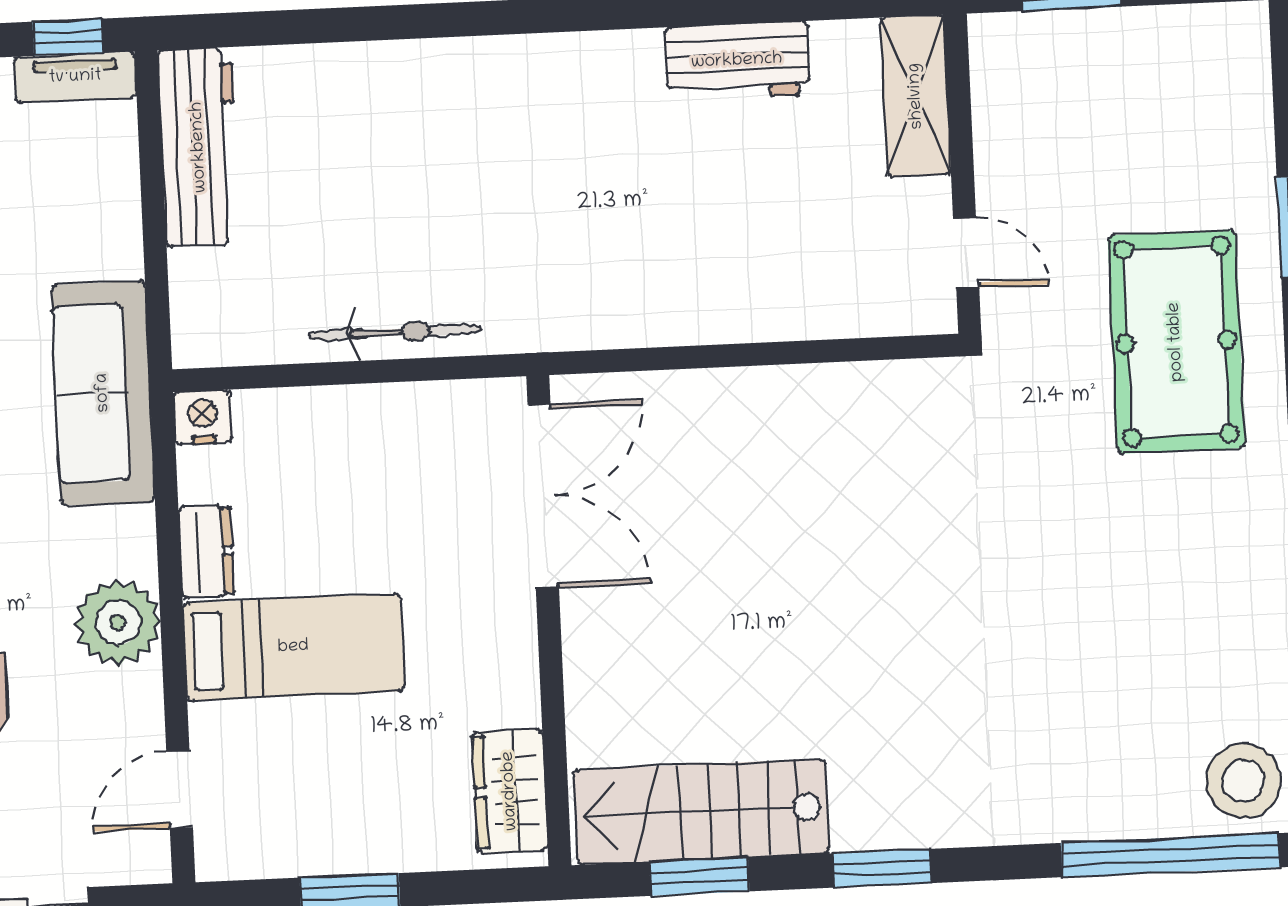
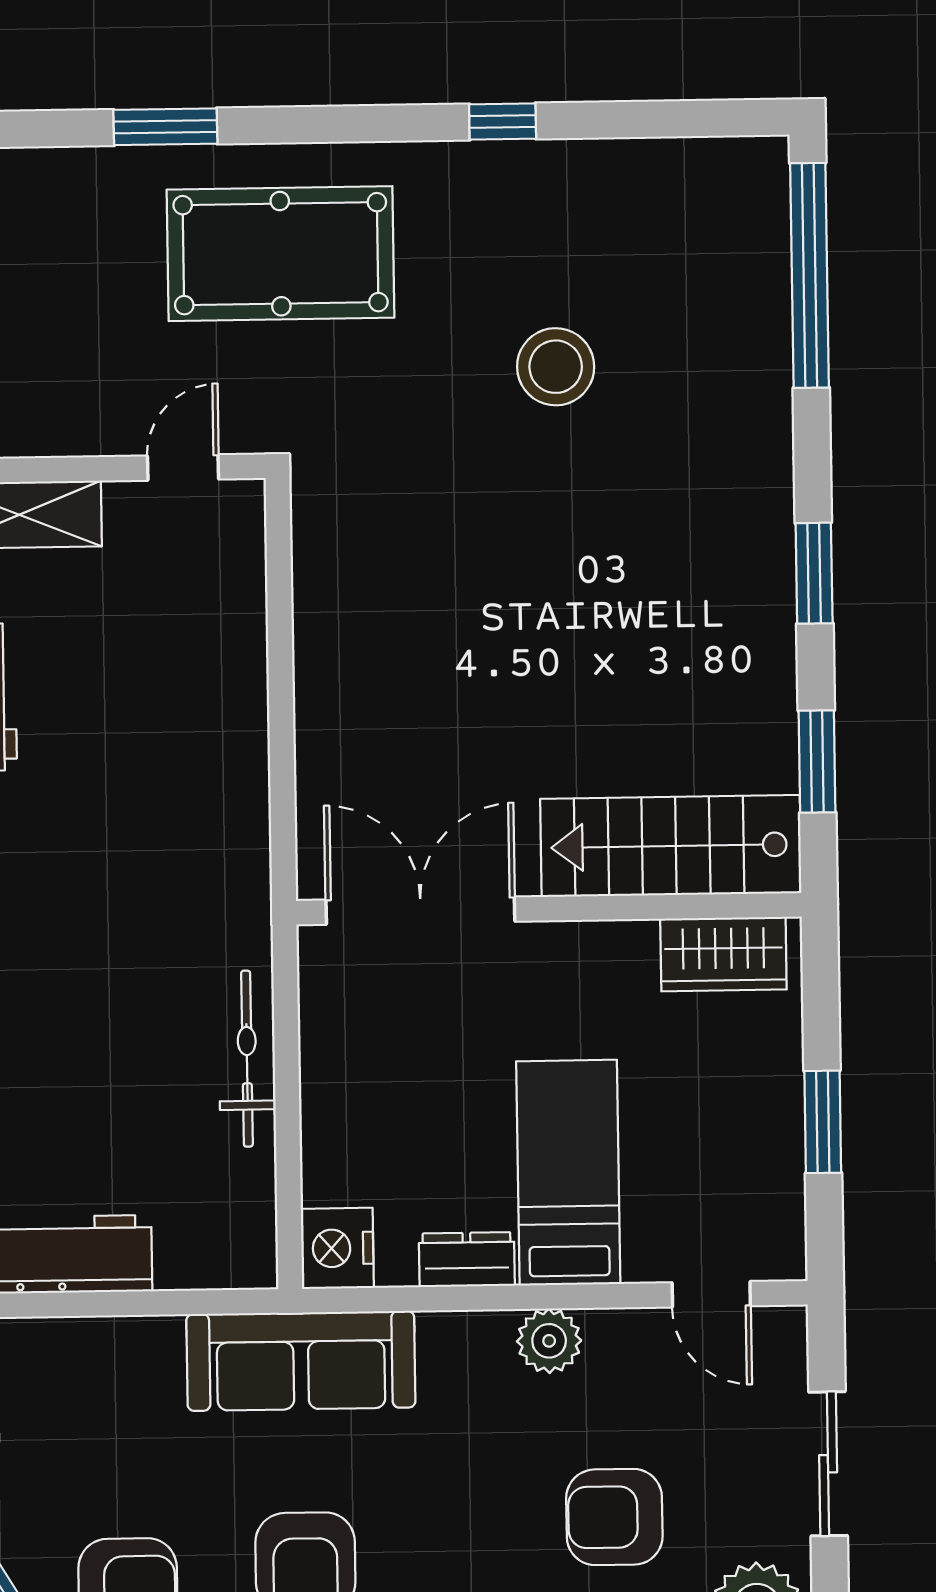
nightstand: (203, 417) -> (337, 1248), width x1.36, depth x1.33
plant: (118, 622) -> (549, 1341), width x0.73, depth x0.73
stool: (1243, 781) -> (556, 367), moved
stairs: (701, 812) -> (671, 846), moved, turned 90

